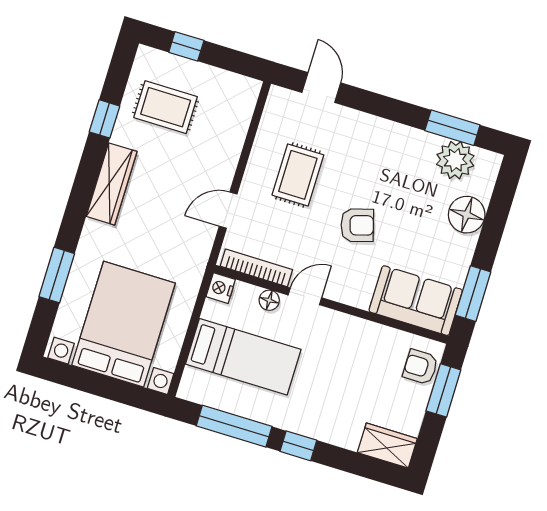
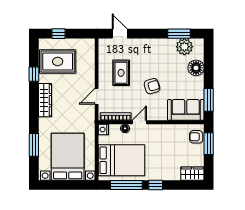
rug: (166, 107) -> (58, 62), width x1.36, depth x1.43
bed: (243, 357) -> (121, 160), width x1.50

